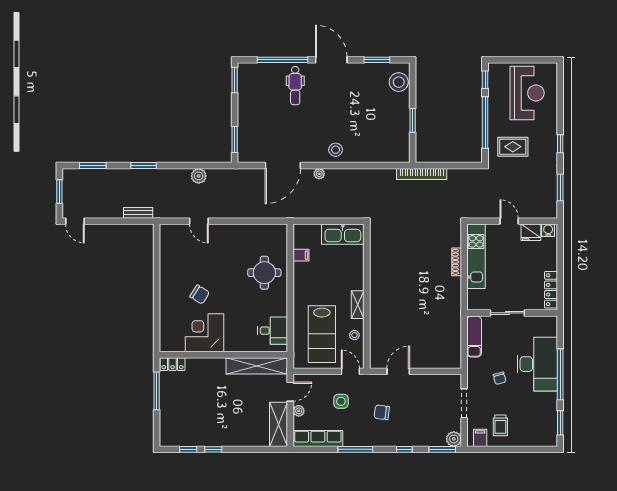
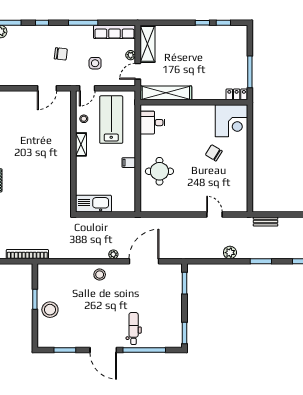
stool: (399, 82) -> (50, 310), moved
plant: (199, 176) -> (230, 253), moved
filing cabinet: (301, 255) -> (129, 163), moved
corner desk: (204, 333) -> (231, 121), moved
door: (350, 371) -> (87, 88), hinge flipped

